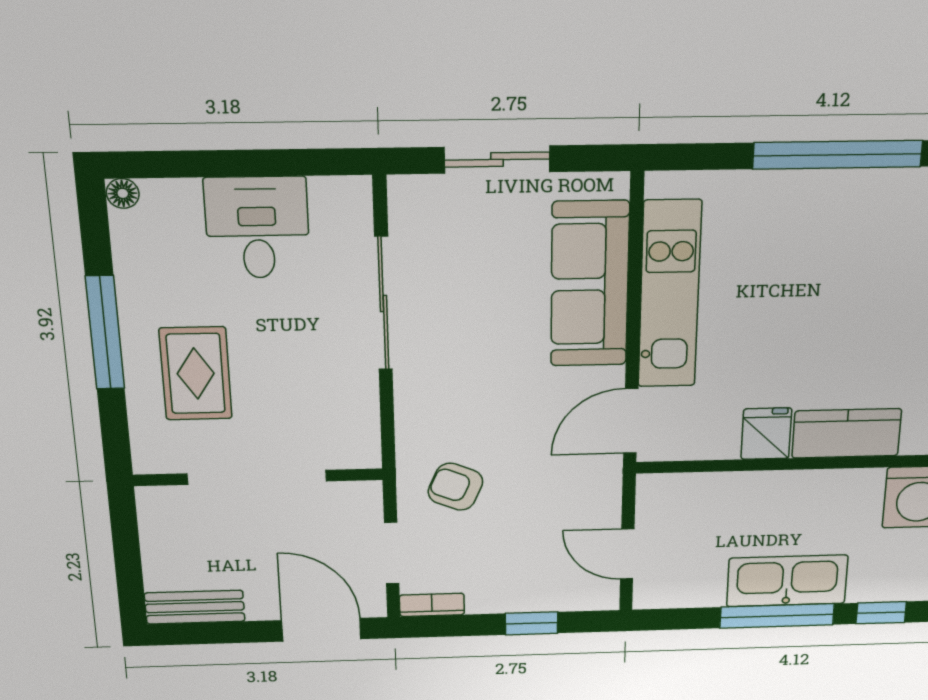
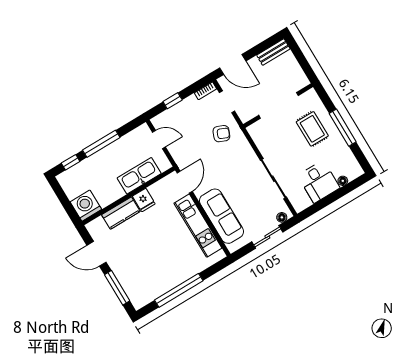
floor lamp: (423, 189) -> (282, 217), added
floor lamp: (123, 193) -> (343, 181), moved
kitchen sink: (787, 581) -> (139, 176), moved, turned 180

